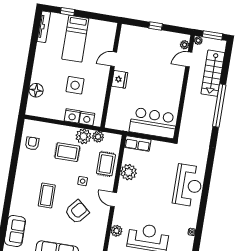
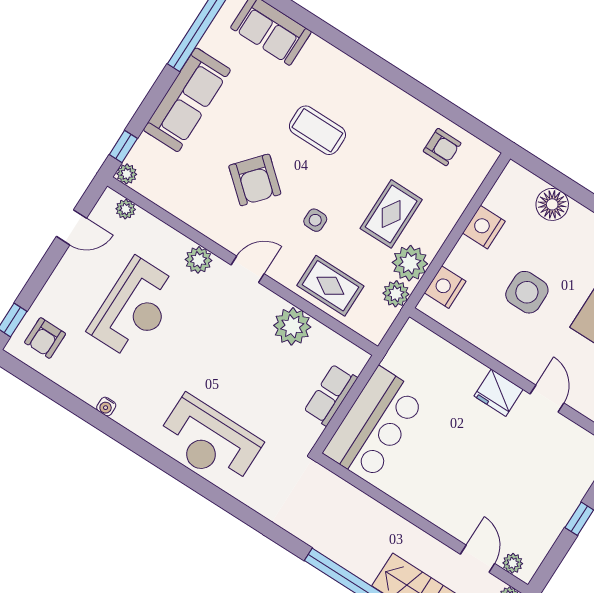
nightstand: (72, 116) -> (484, 227), moved
row of seats: (138, 143) -> (331, 395), moved
plant: (116, 231) -> (199, 260), moved

